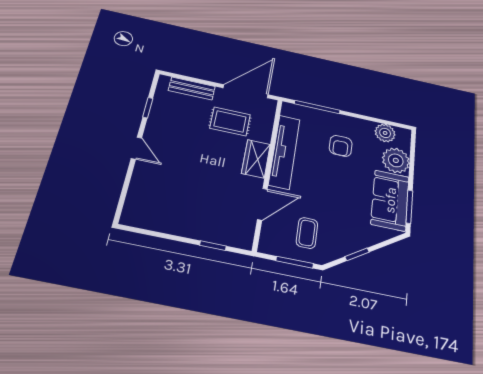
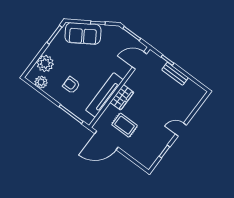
bench: (192, 88) -> (175, 74), moved
armchair: (341, 146) -> (71, 85), turned -90
door: (136, 148) -> (181, 130), hinge flipped
sofa: (390, 200) -> (83, 33), moved, turned 57
door: (262, 204) -> (139, 60), moved
coffee table: (307, 233) -> (117, 45), removed

